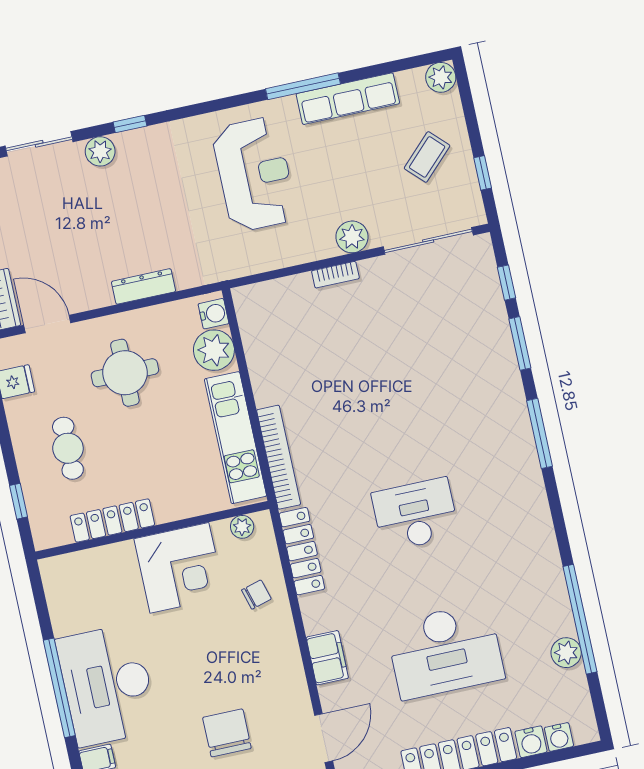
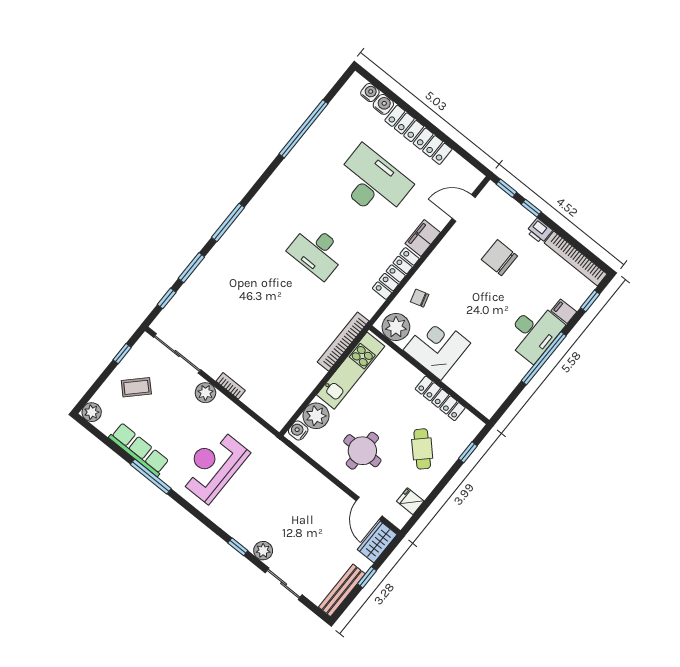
dresser: (144, 286) -> (312, 476), removed
cafe table: (68, 448) -> (422, 449), turned -44
plant: (242, 527) -> (396, 327), width x1.88, depth x1.88
locker: (302, 551) -> (396, 273), moved
plant: (566, 653) -> (325, 122), removed
desk: (107, 685) -> (534, 332), width x0.73, depth x0.77
chair: (227, 733) -> (499, 258), turned 90

